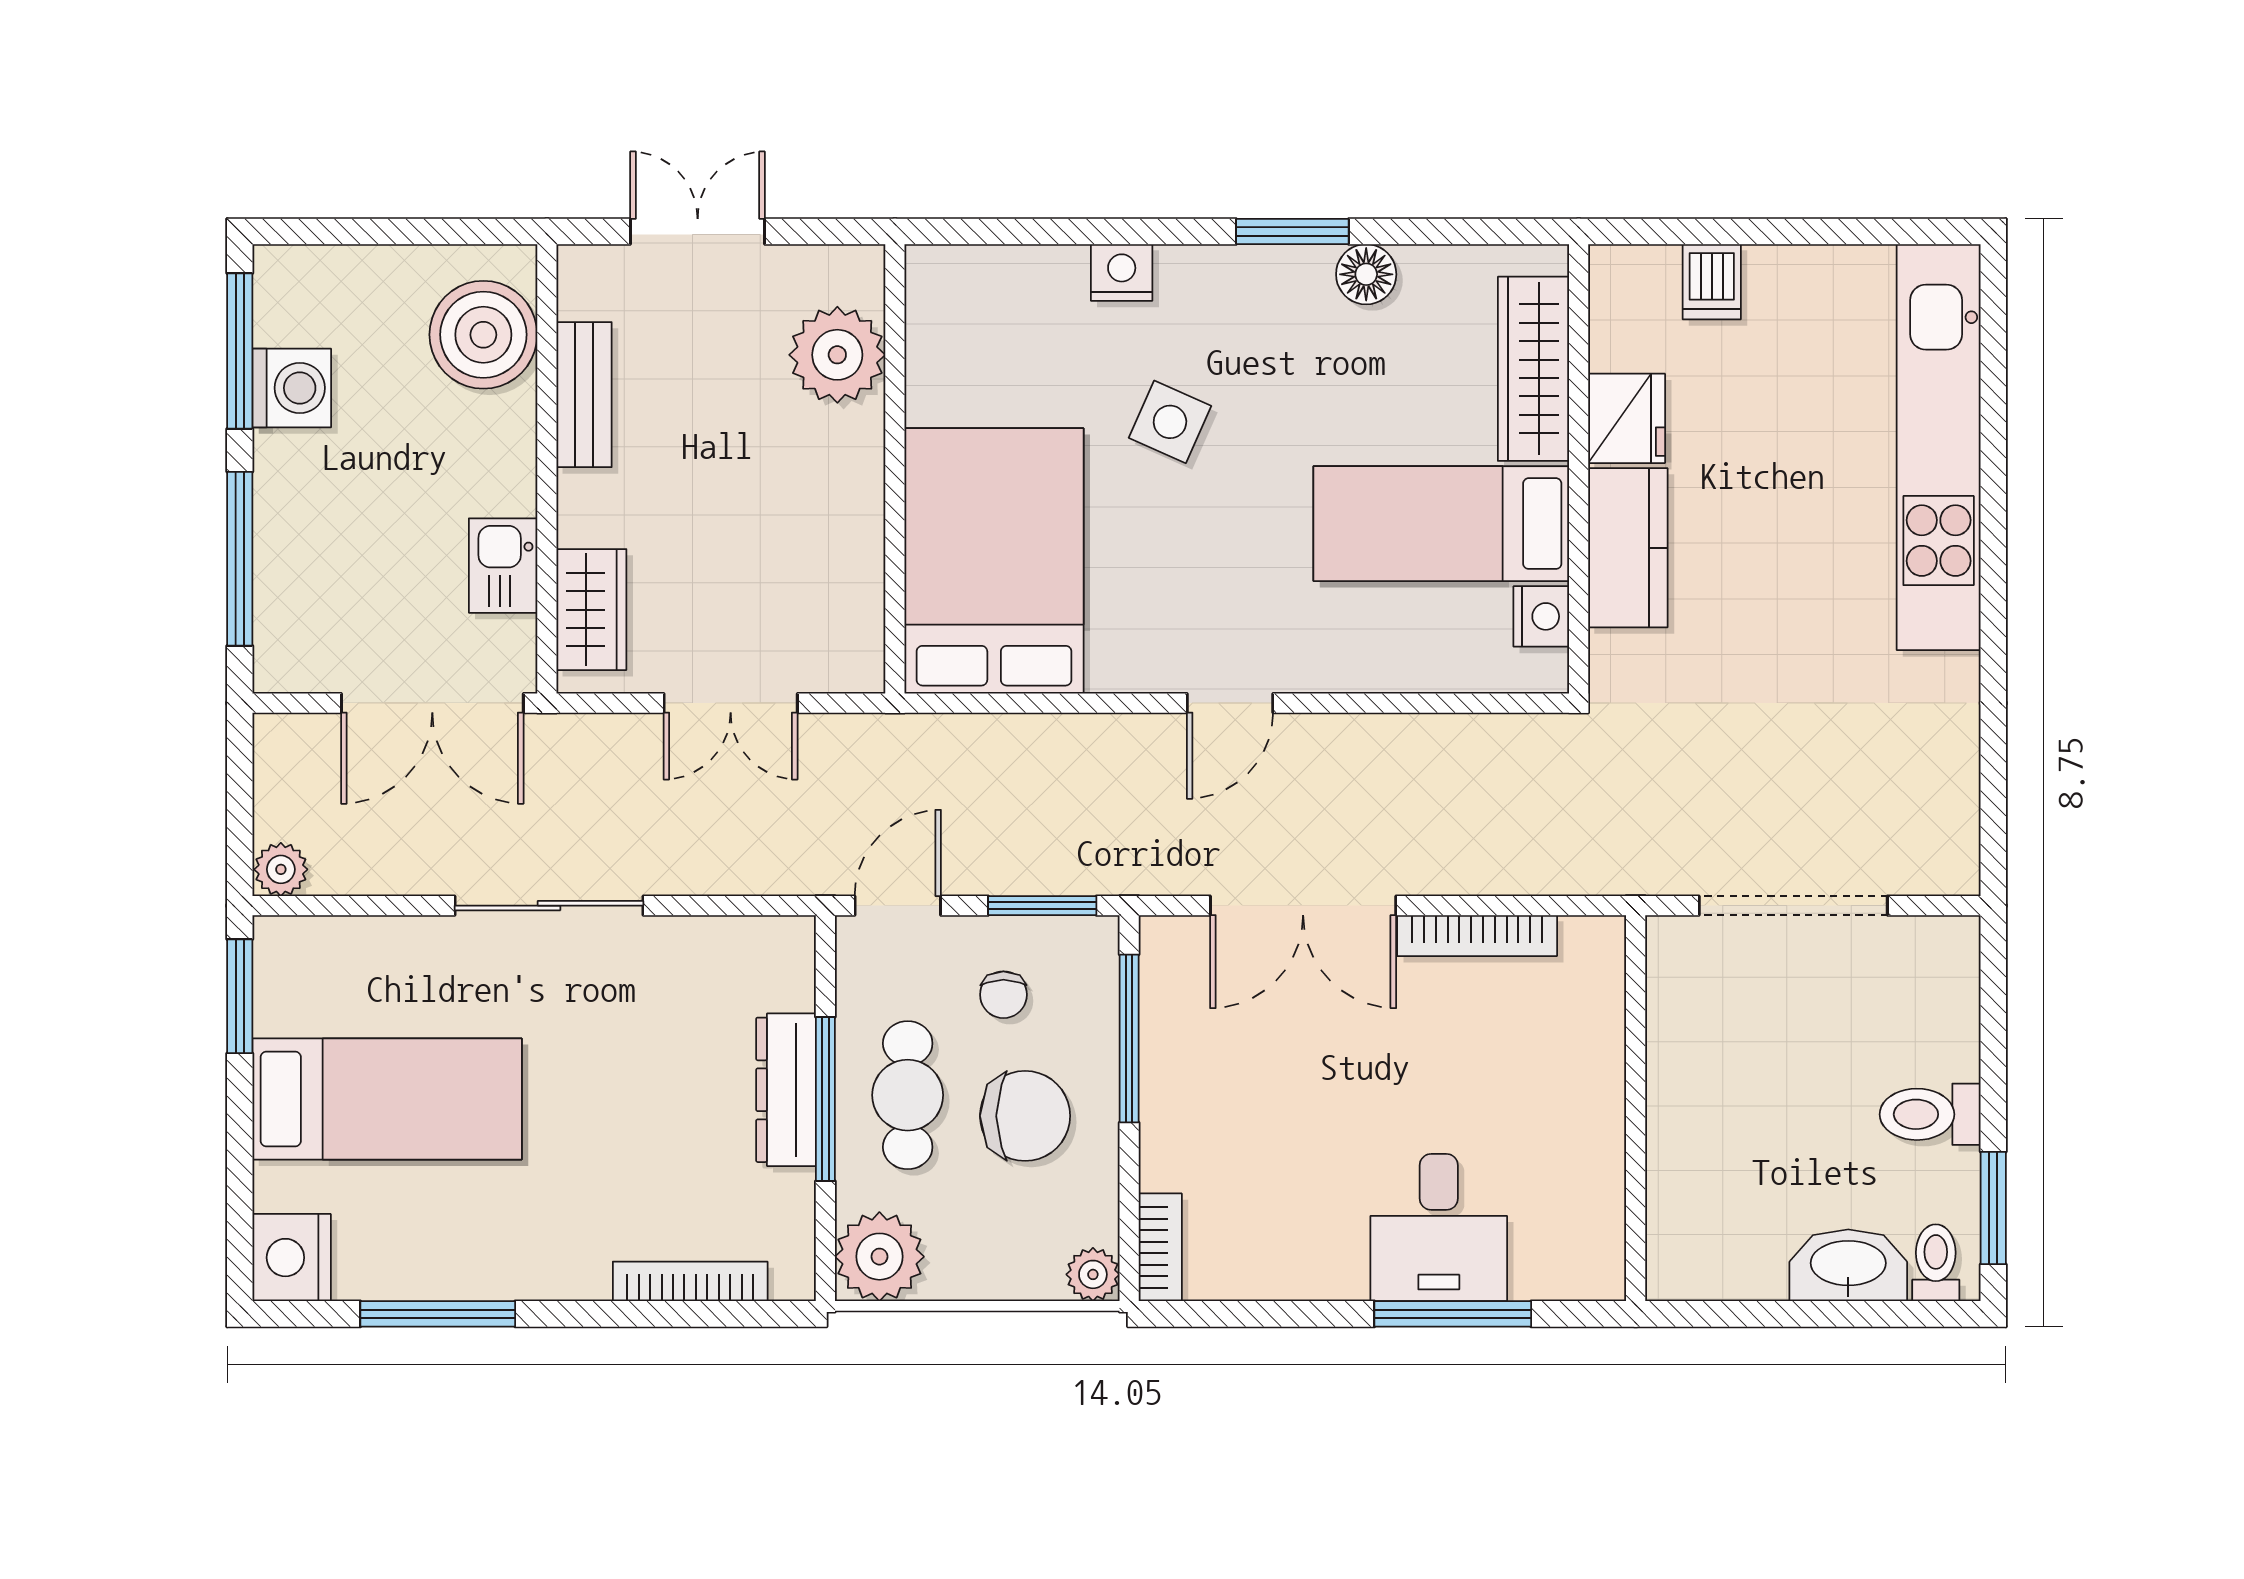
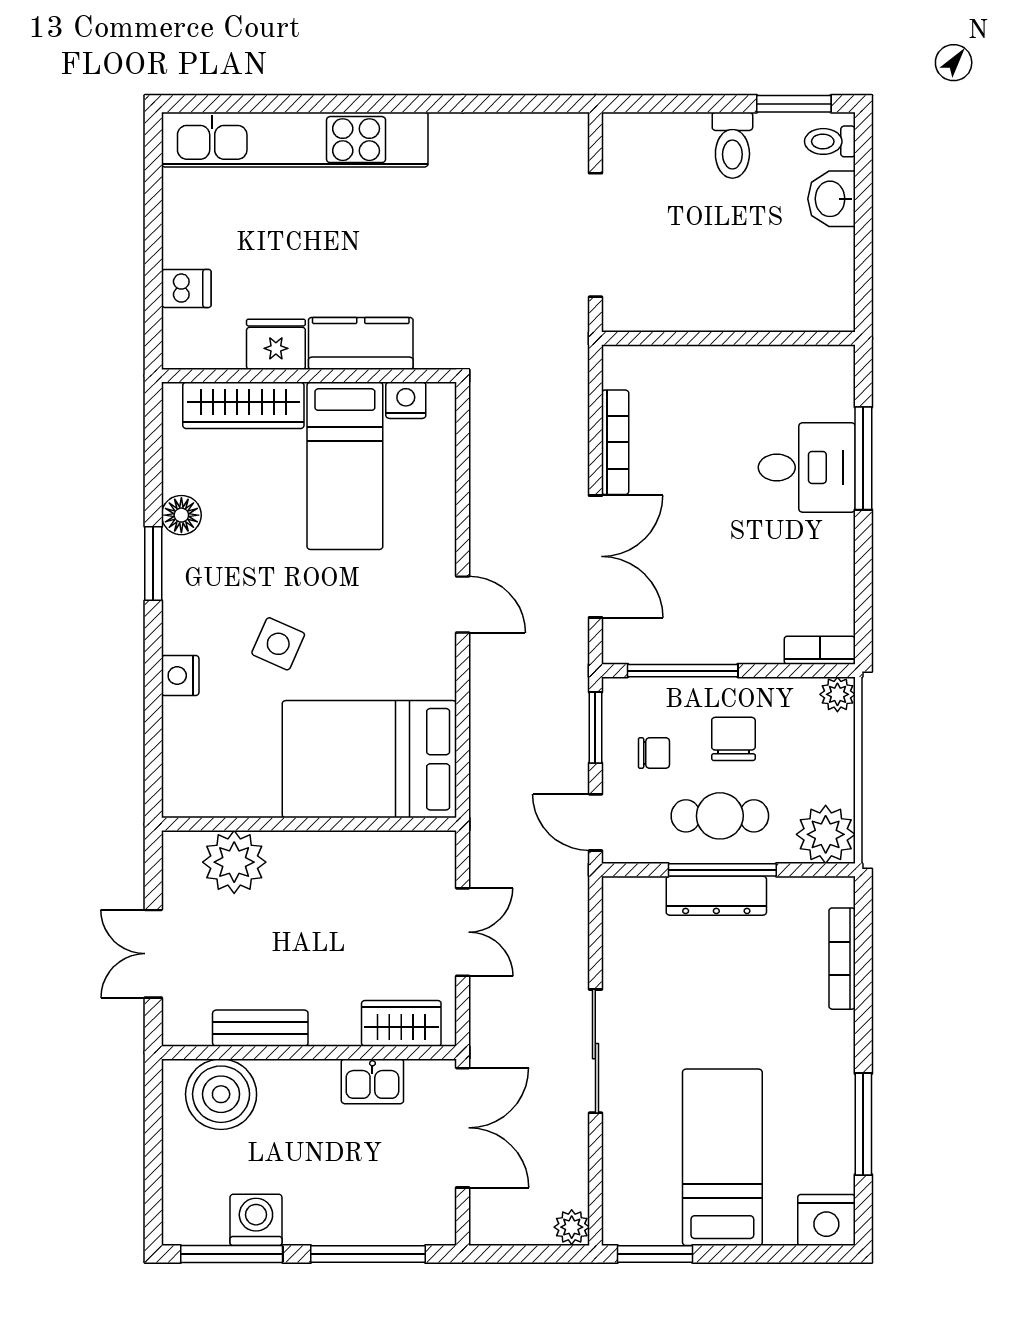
chair: (1025, 1116) -> (733, 739), width x0.73, depth x0.73
washbasin: (1848, 1265) -> (831, 199), width x0.72

